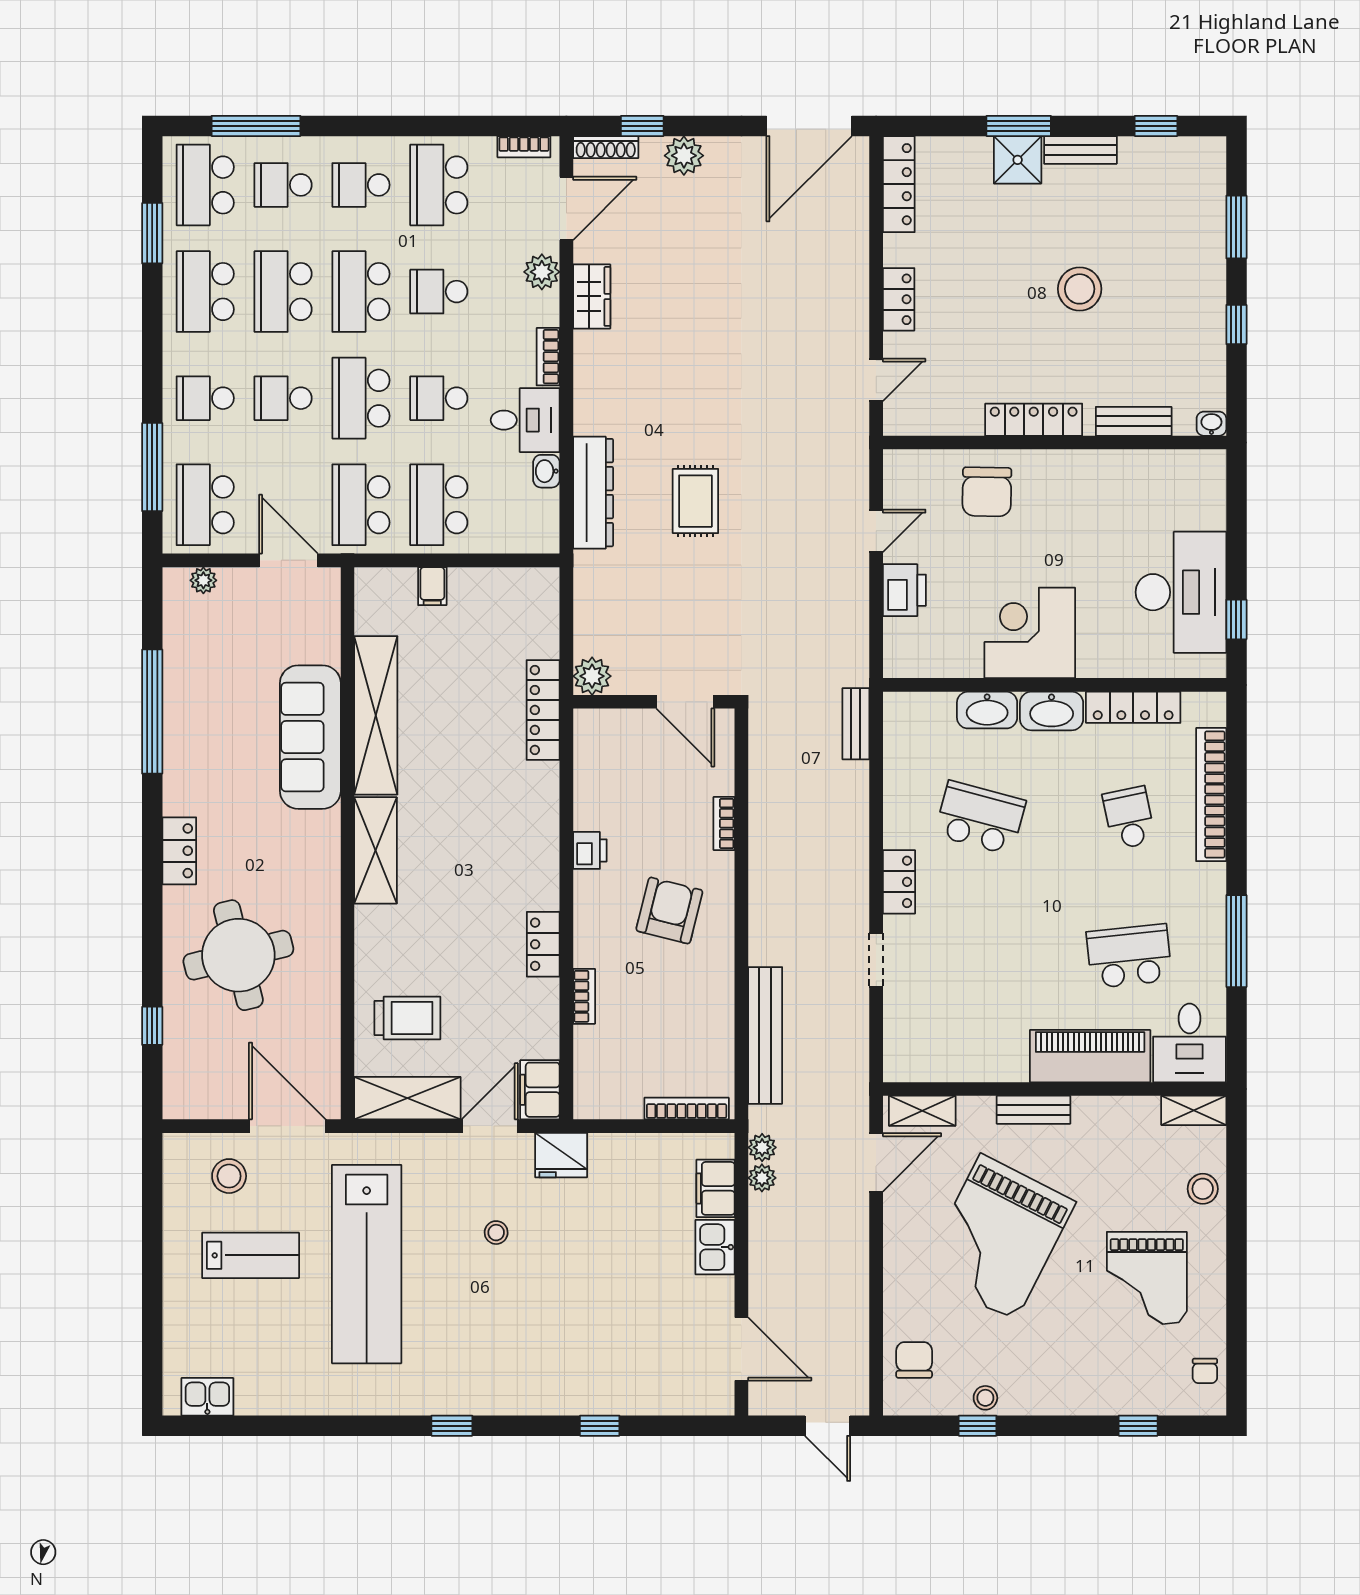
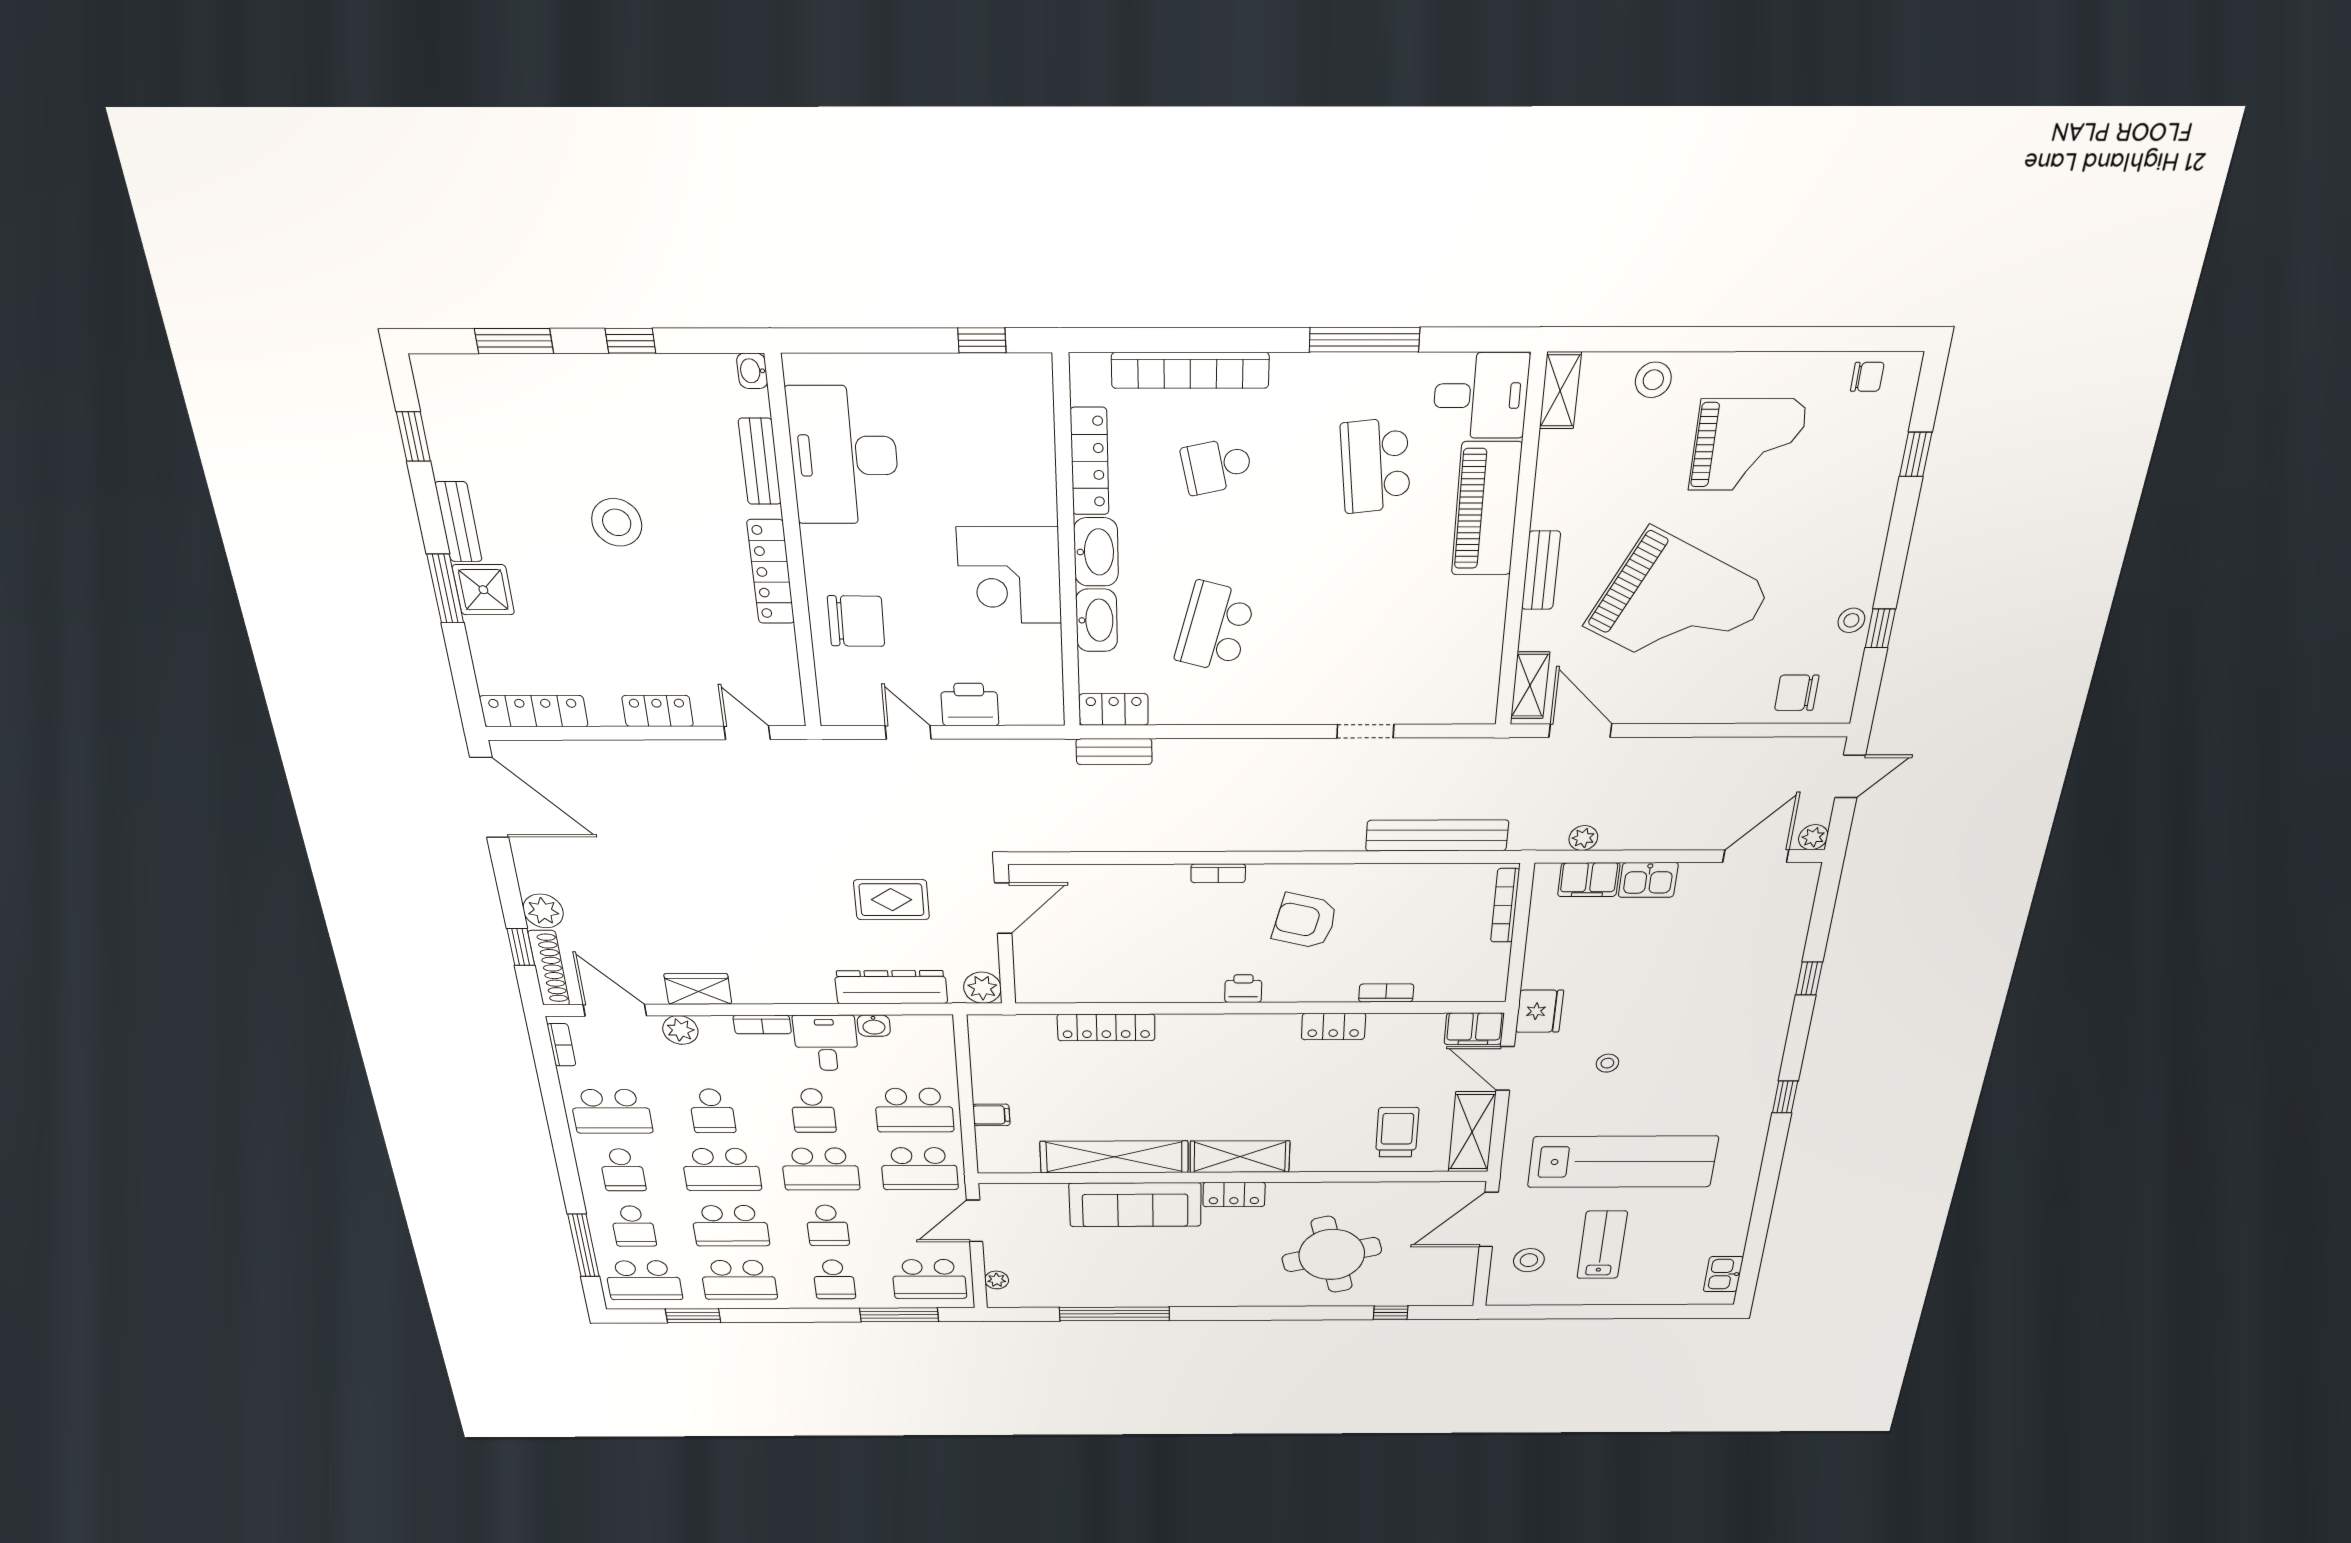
shoe rack: (606, 147) -> (549, 968), width x1.36, depth x1.24
desk: (1181, 592) -> (844, 456), moved, turned -90
plant: (592, 676) -> (982, 988), moved
wall: (654, 702) -> (1005, 935), moved
door: (685, 702) -> (1003, 908), moved
locker: (179, 851) -> (1234, 1195), moved, turned 180
locker: (899, 882) -> (1114, 710), moved
plant: (762, 1147) -> (1813, 837), moved

